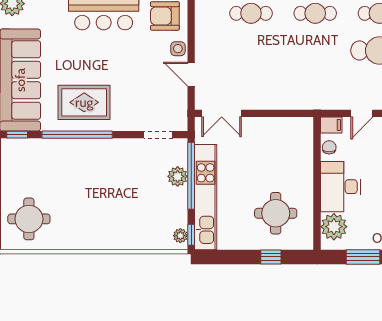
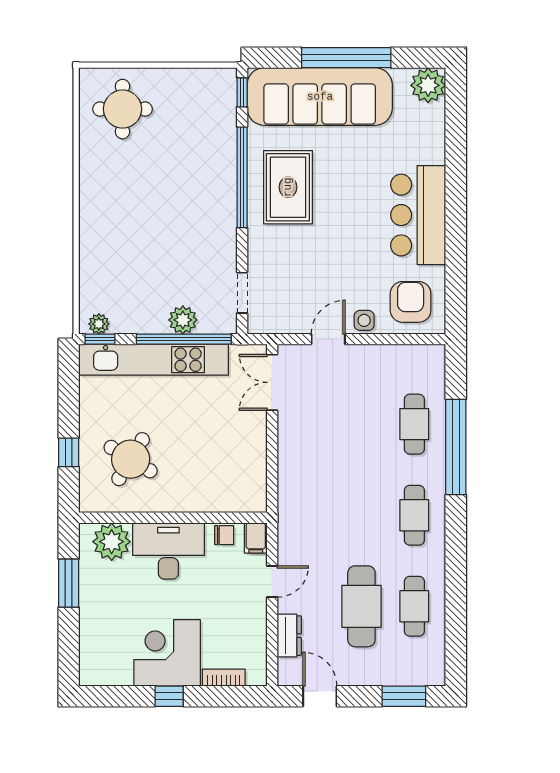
door: (362, 113) -> (272, 582), swing flipped
round table: (276, 213) -> (131, 459), turned 31

